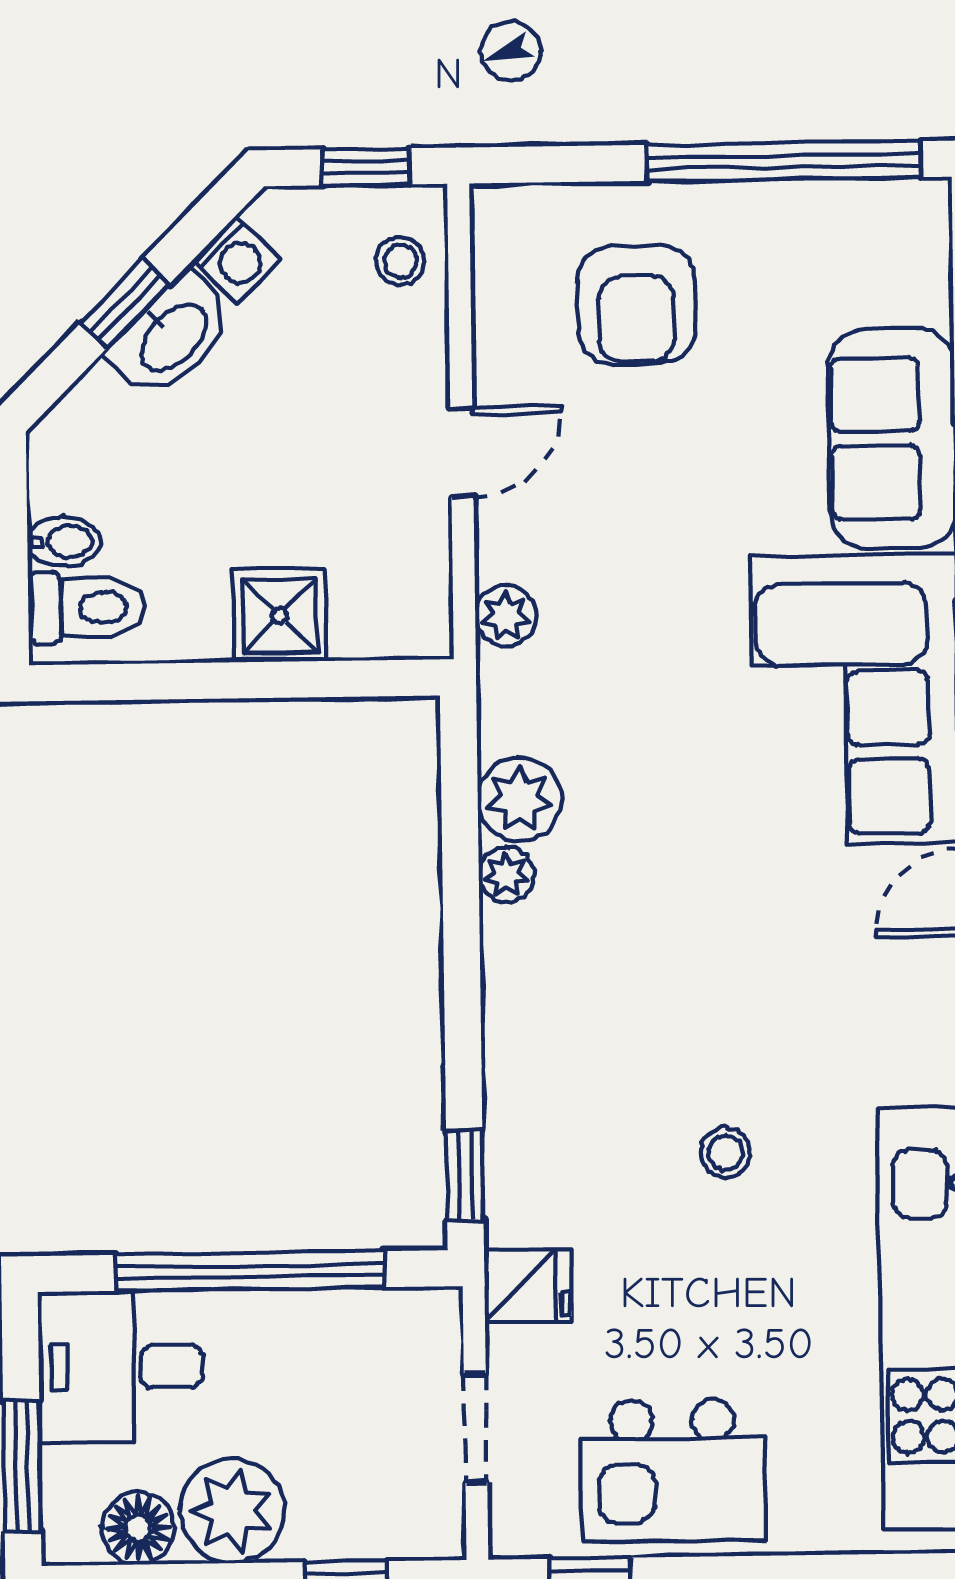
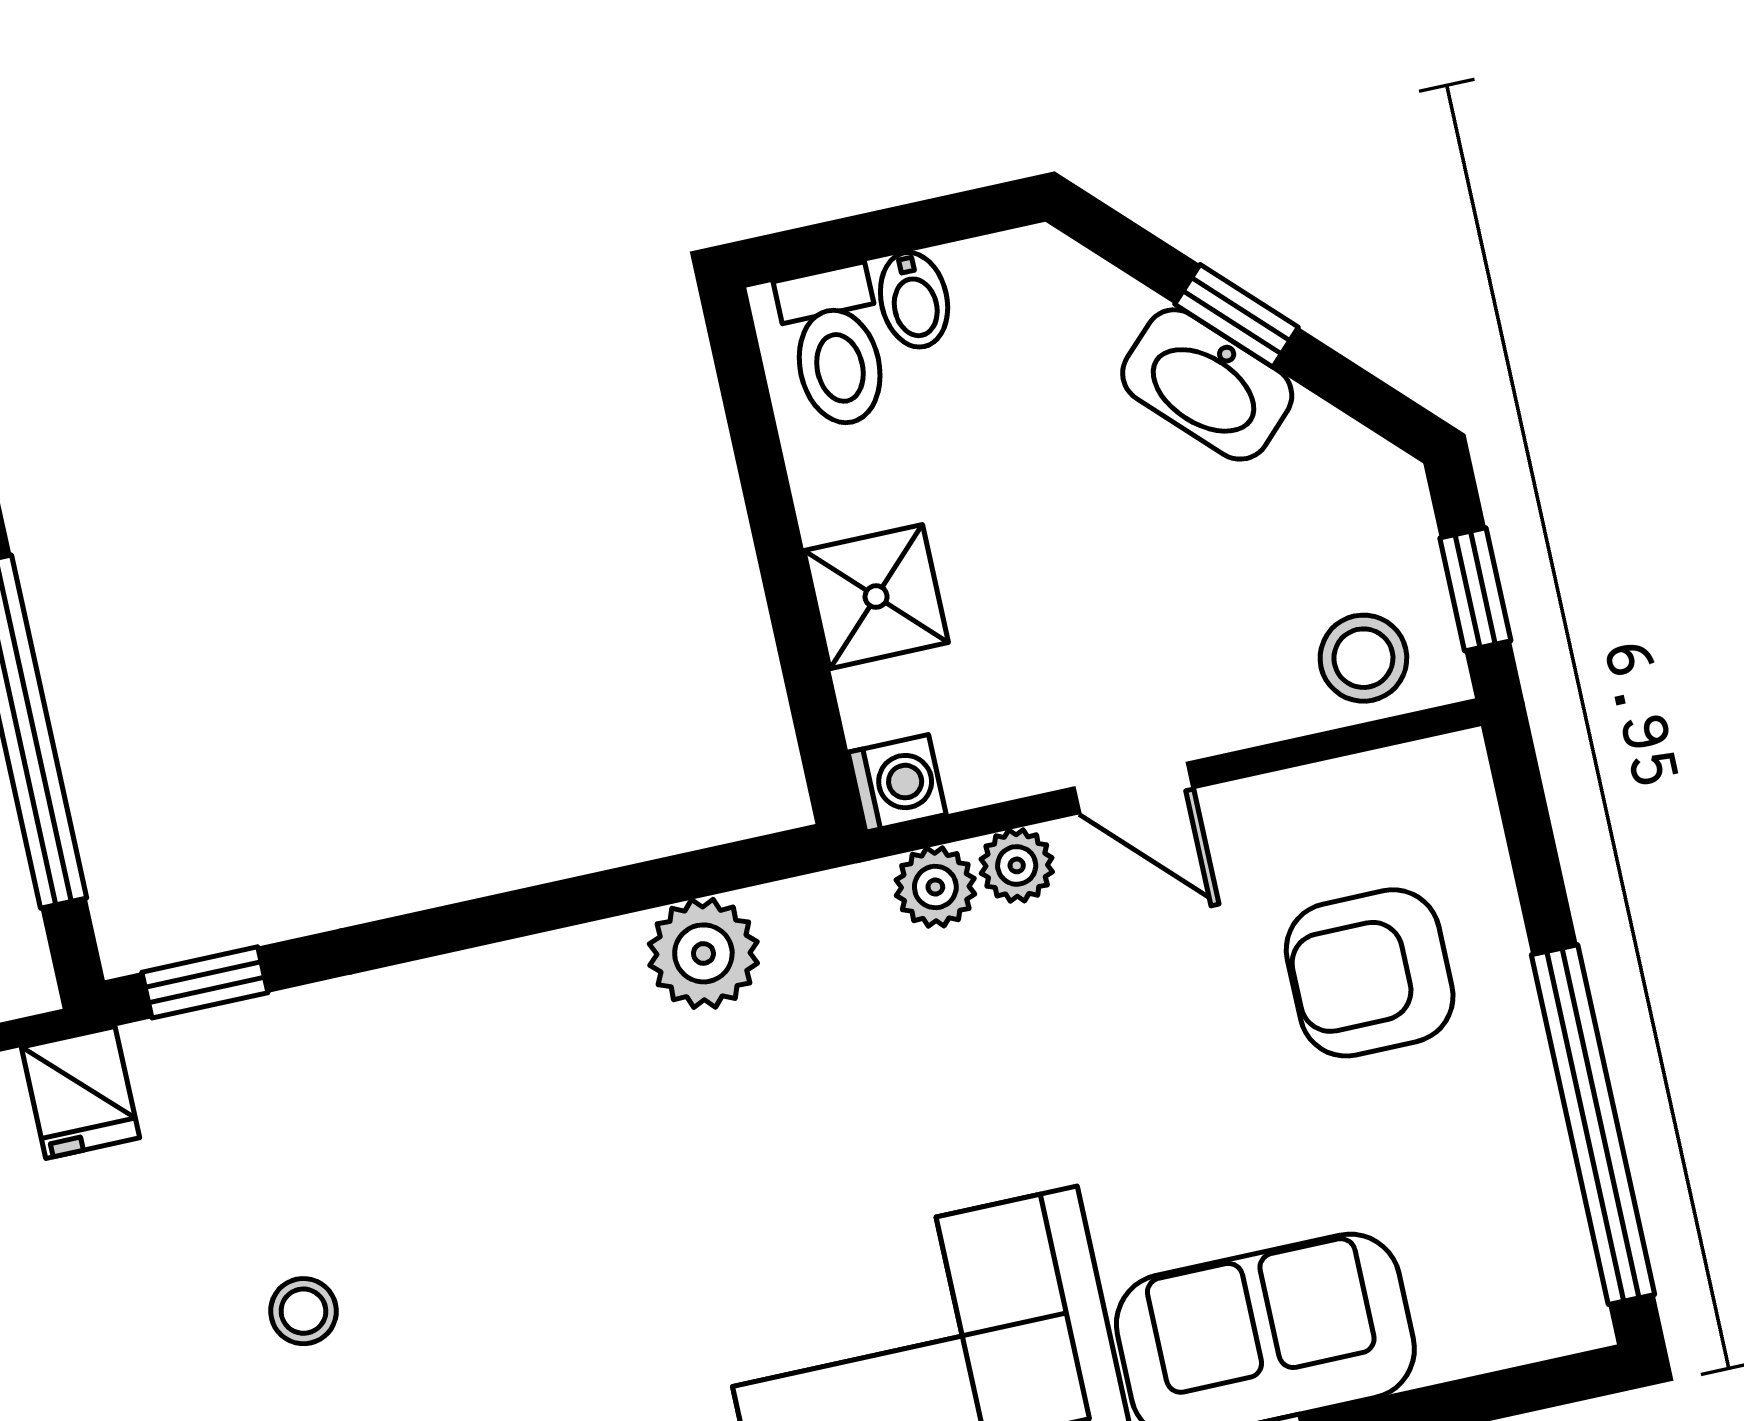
washing machine: (236, 260) -> (897, 783), moved, turned -135
stool: (400, 261) -> (1363, 658), width x1.37, depth x1.37
plant: (506, 875) -> (1017, 865), moved

